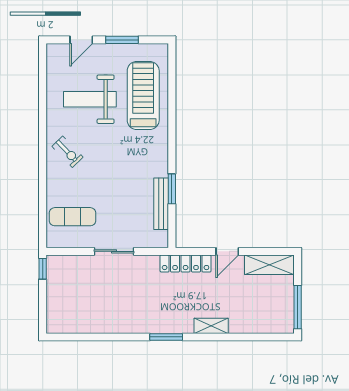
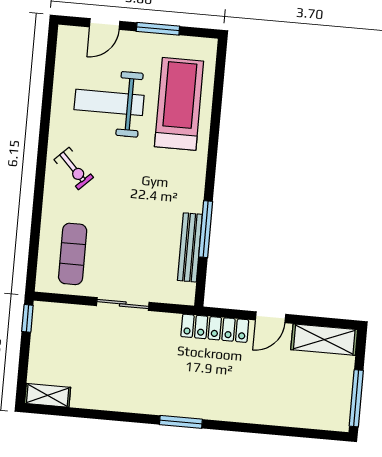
window: (172, 189) -> (206, 229), width x1.44
exercise mat: (72, 217) -> (73, 254), turned 90
shelving: (211, 326) -> (48, 395), moved

